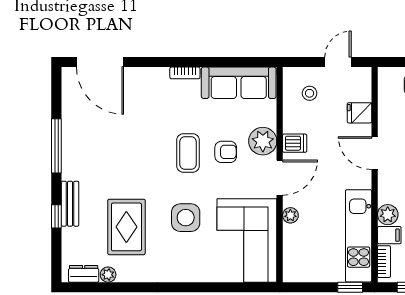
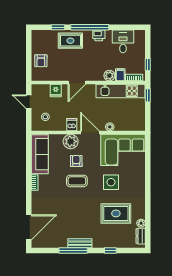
bench: (70, 204) -> (80, 243), moved

